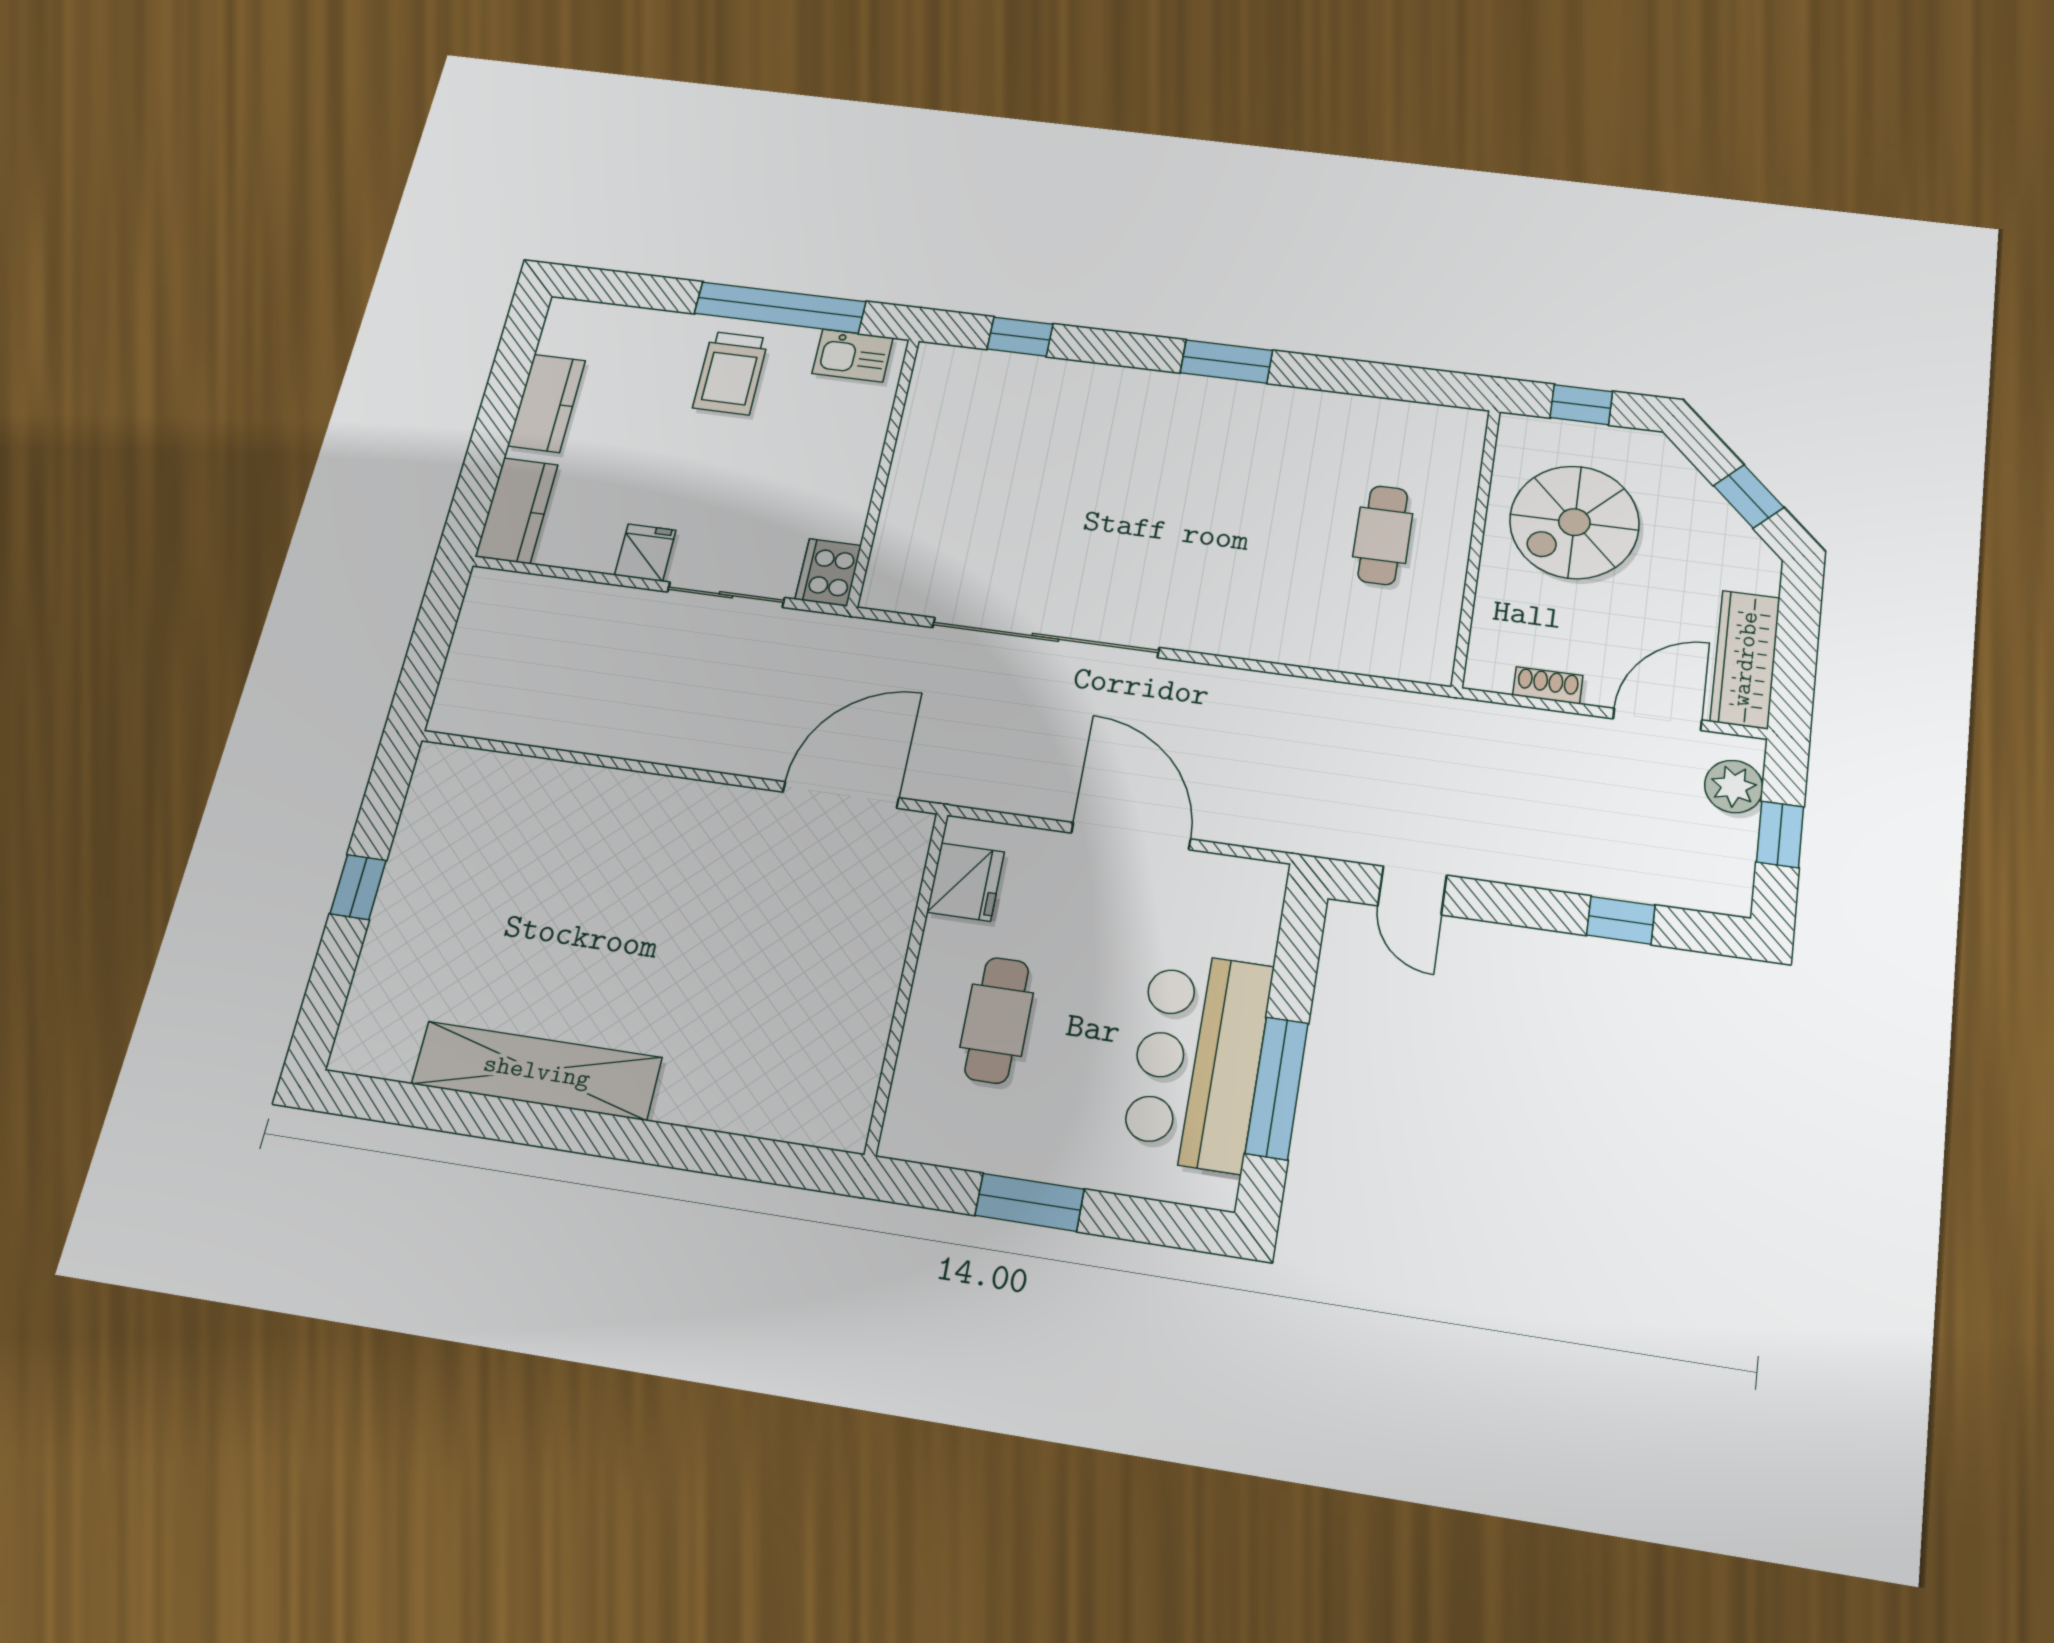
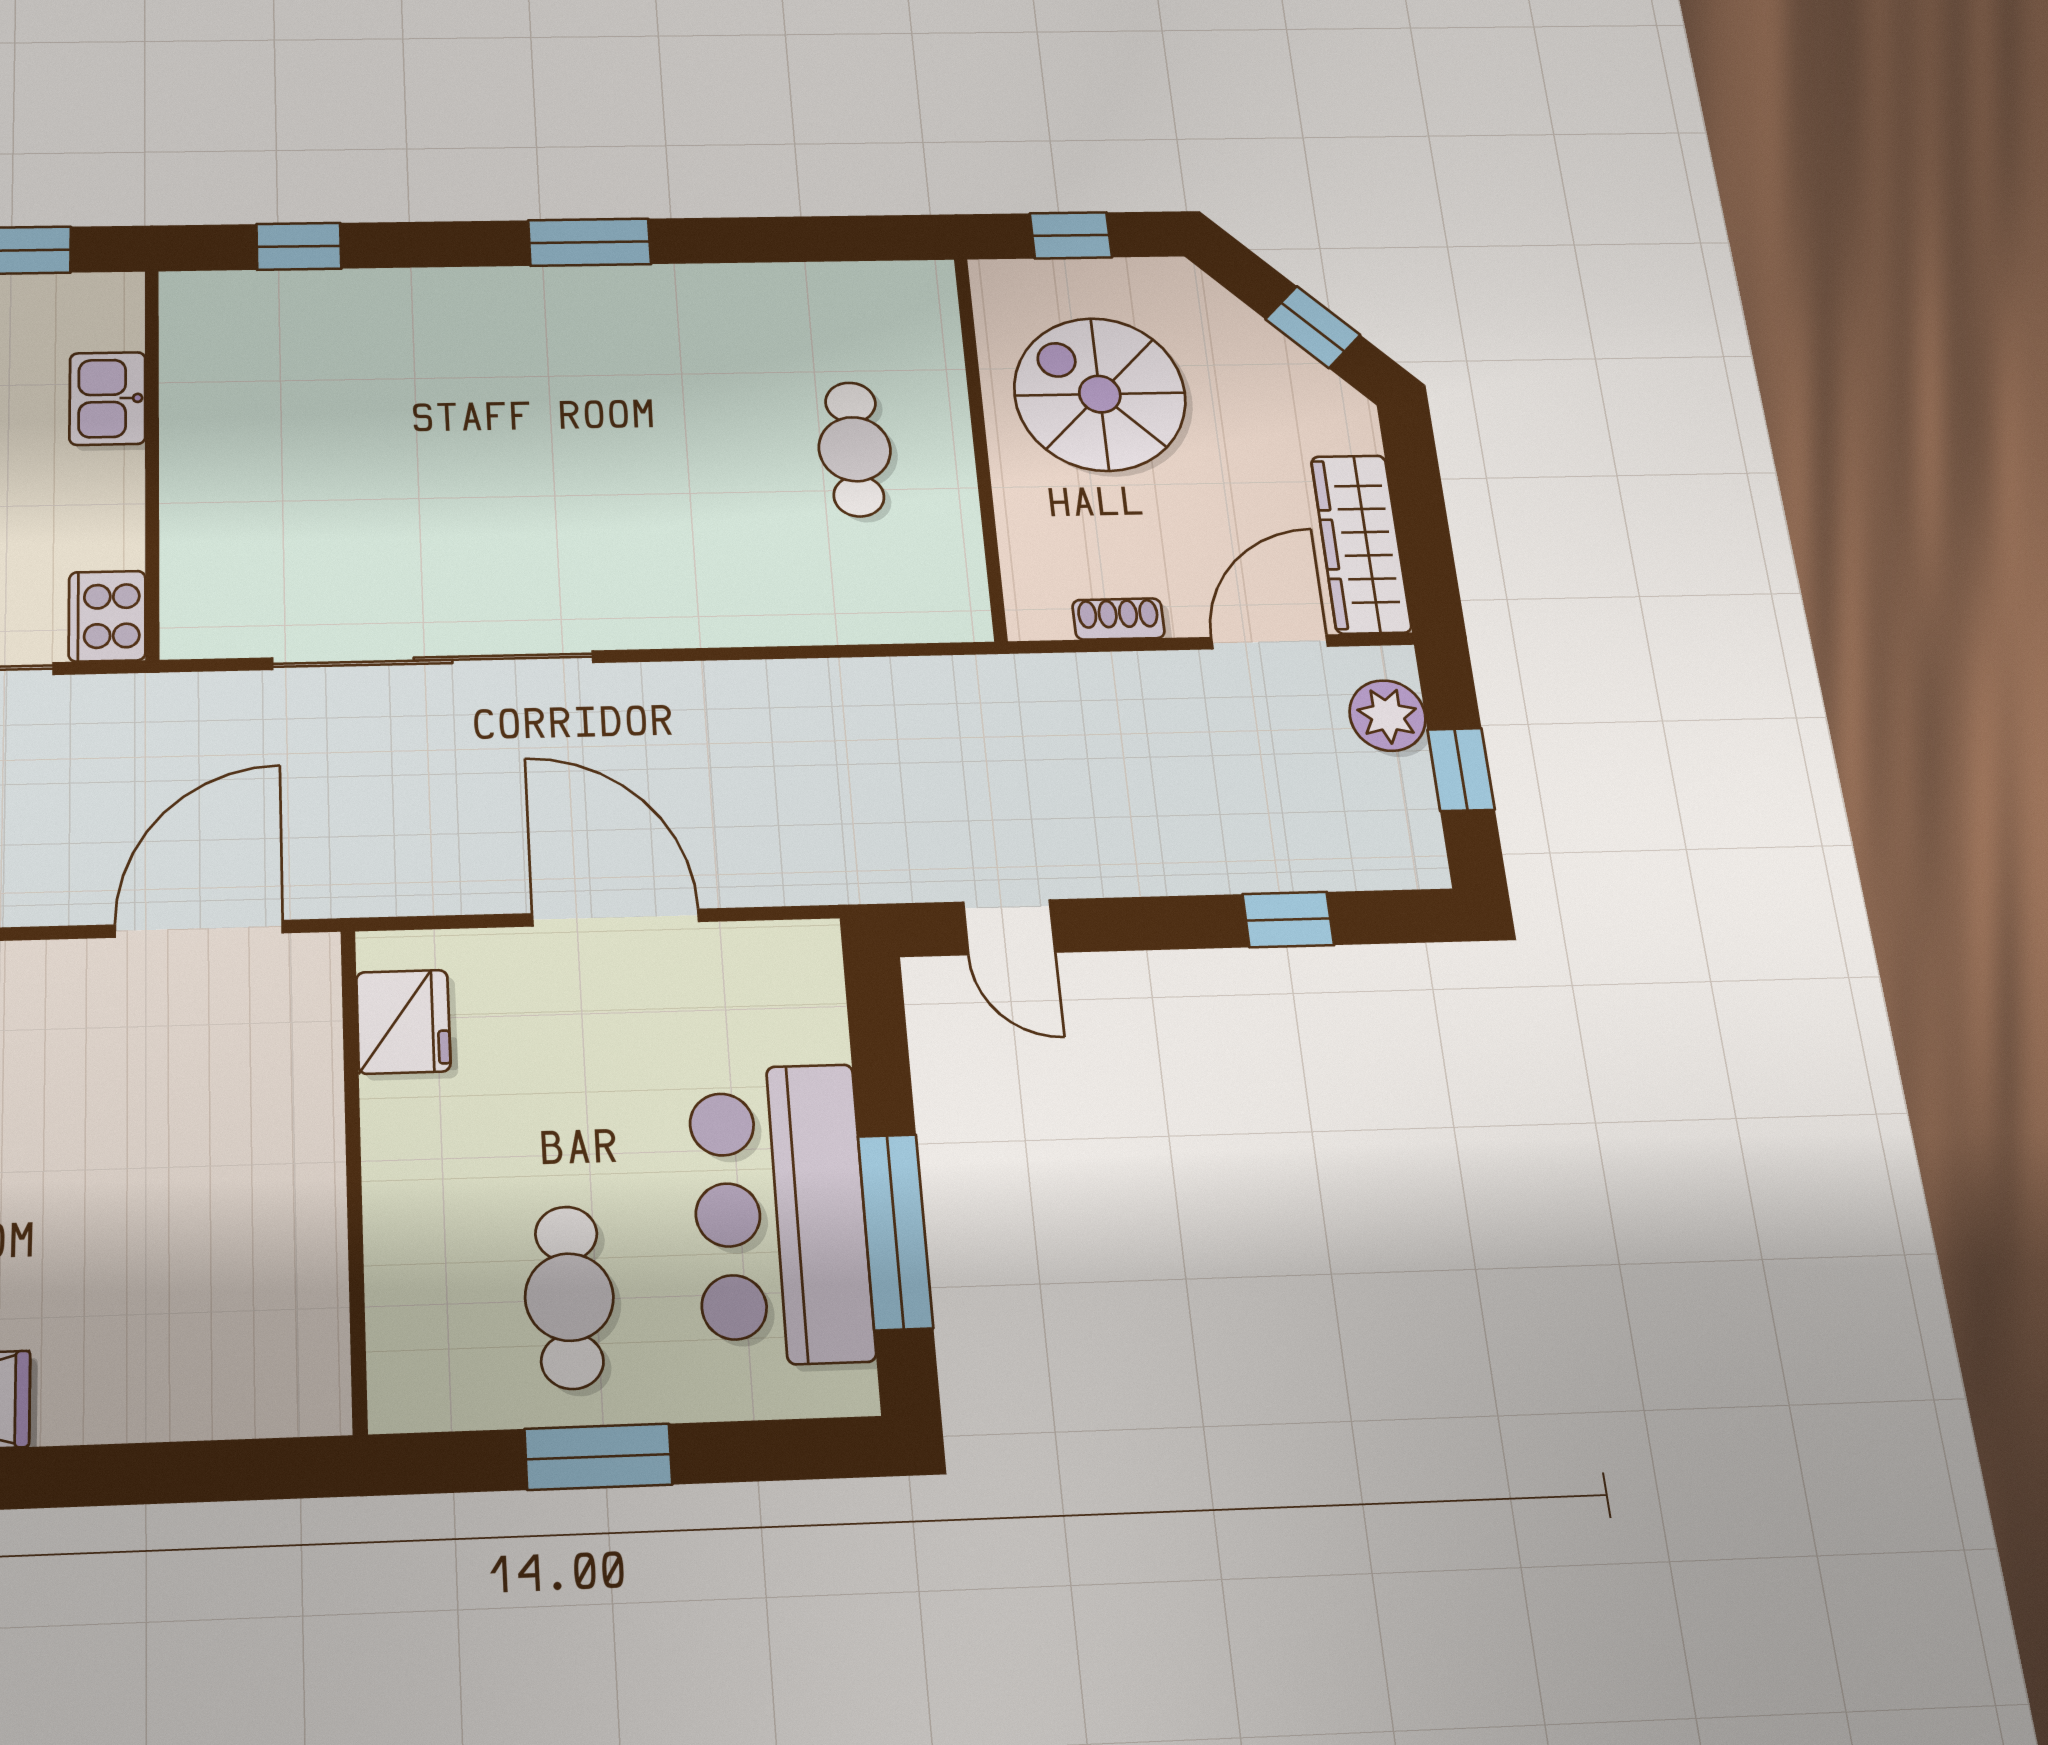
kitchen sink: (853, 356) -> (107, 398), moved, turned 90
spiral stairs: (1574, 522) -> (1100, 394), turned 90
cafe table: (997, 1020) -> (569, 1297), moved

